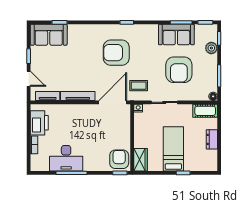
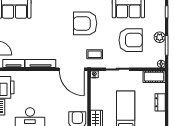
plant: (211, 48) -> (160, 37), moved
armchair: (116, 53) -> (85, 23), moved
armchair: (179, 70) -> (131, 40), turned -90
door: (113, 102) -> (72, 69), swing flipped

